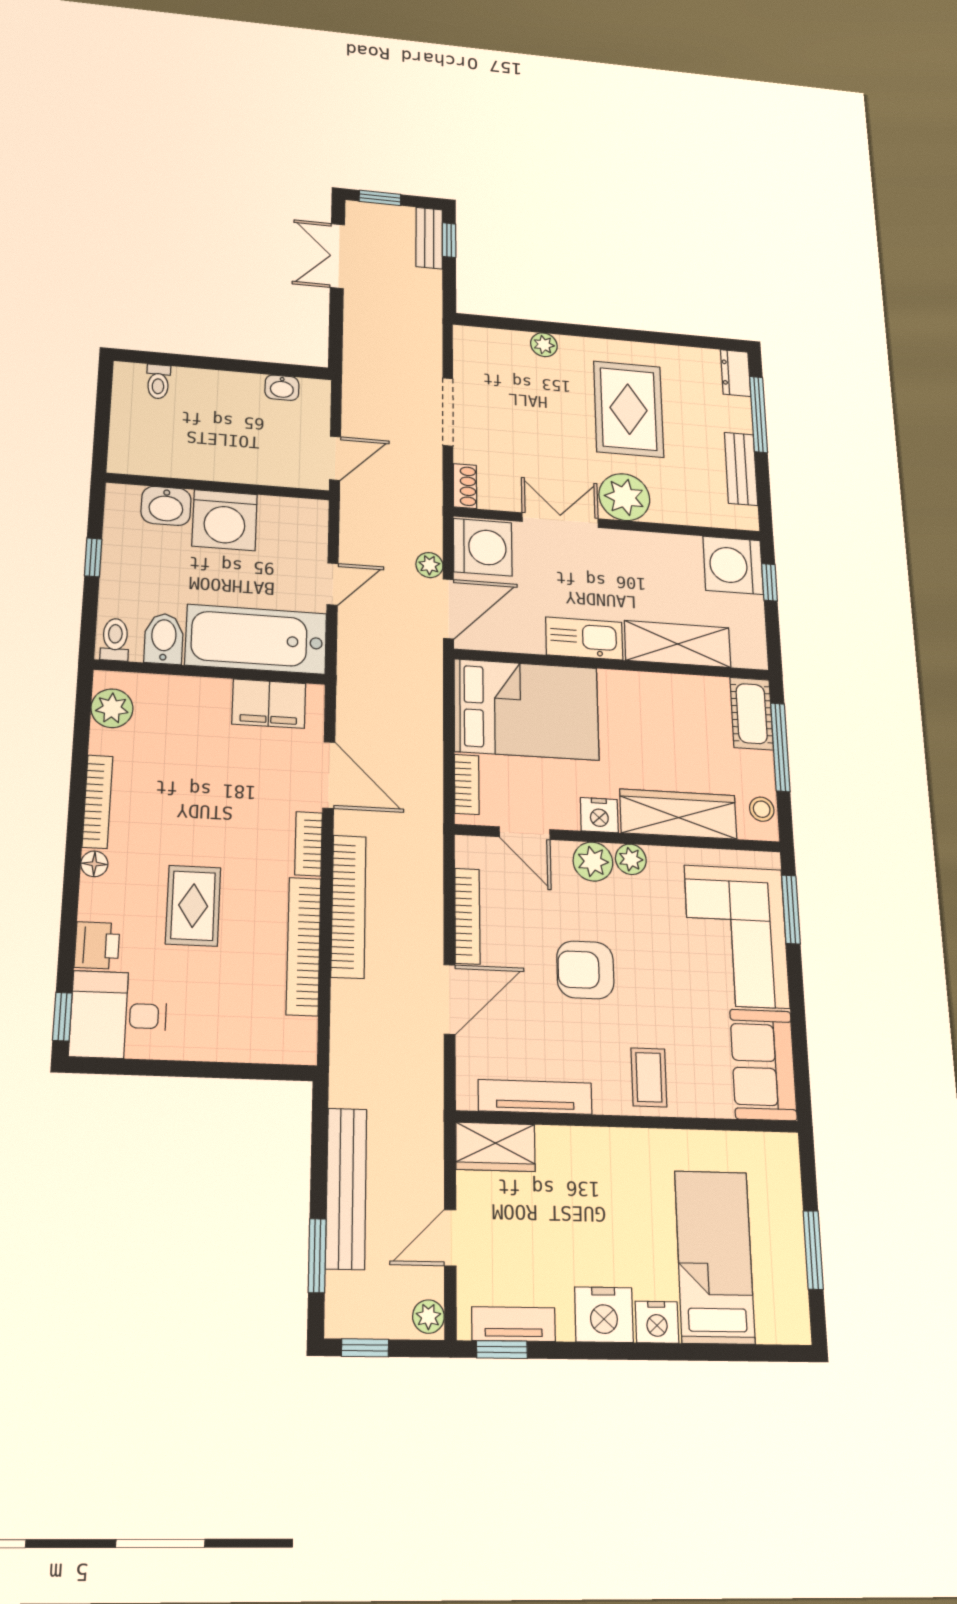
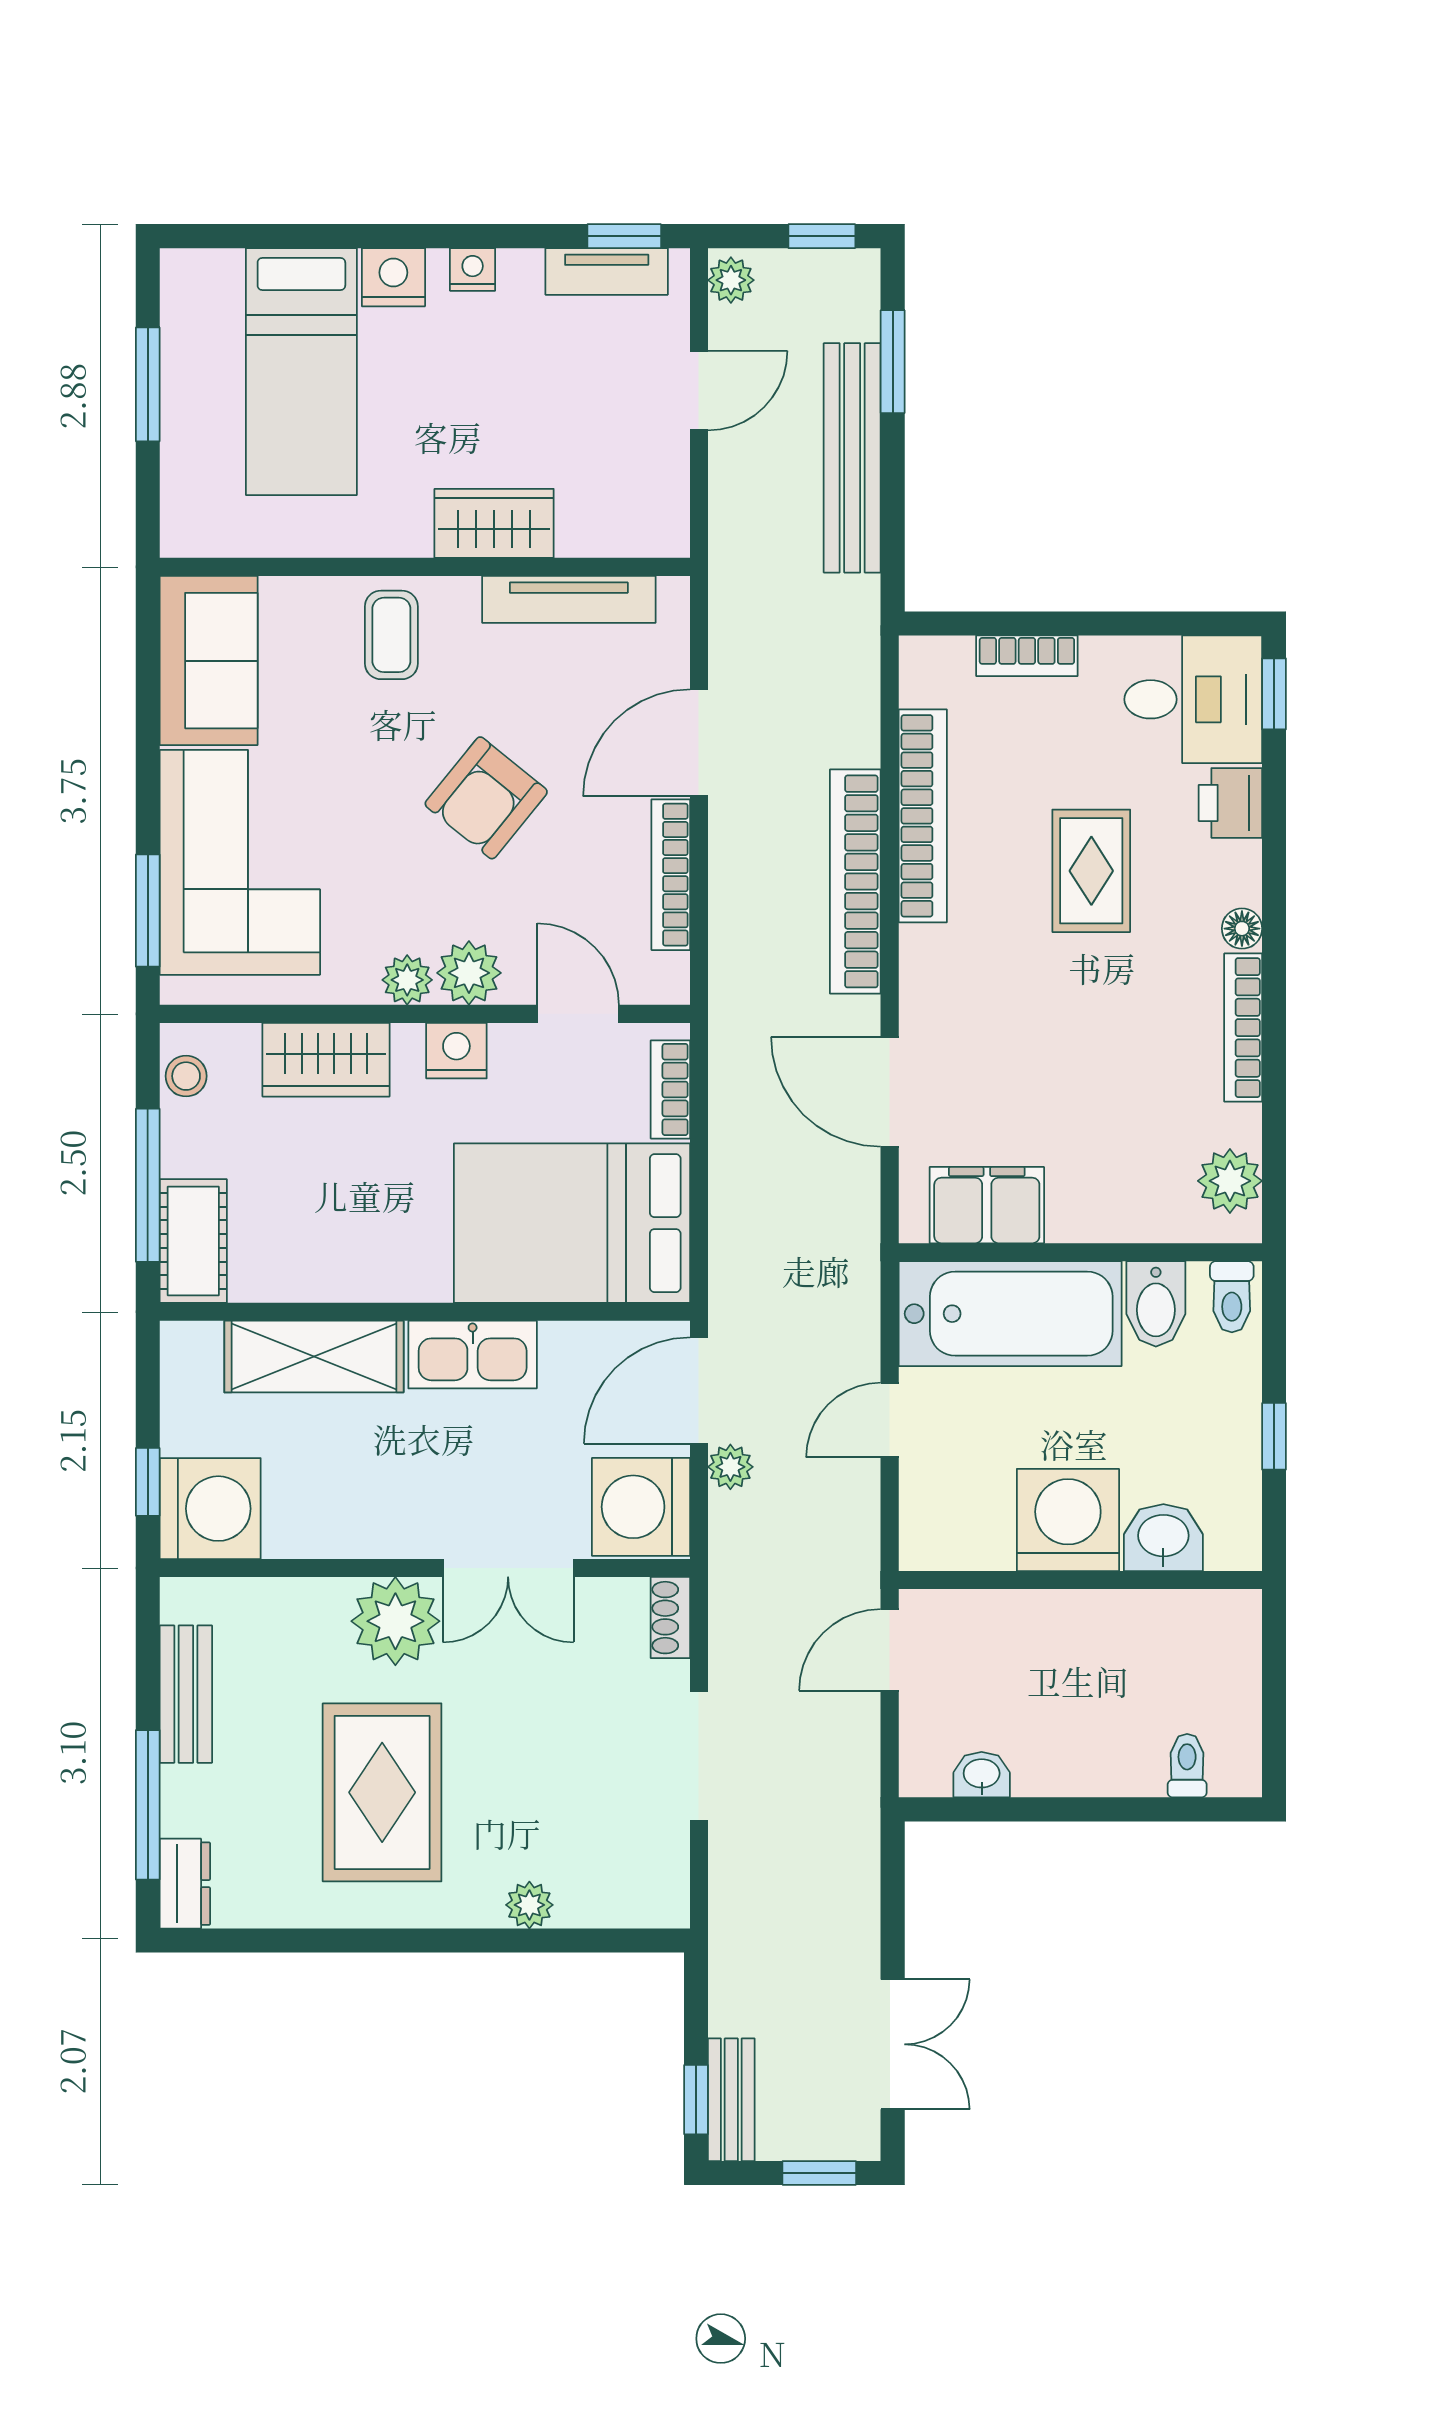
wardrobe: (678, 814) -> (326, 1060), width x0.67
bookcase: (308, 844) -> (1027, 656), moved, turned 90
armchair: (585, 970) -> (486, 798), turned 129
wardrobe: (495, 1147) -> (494, 523), moved
nightstand: (604, 1315) -> (473, 269), width x0.53, depth x0.56

